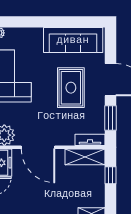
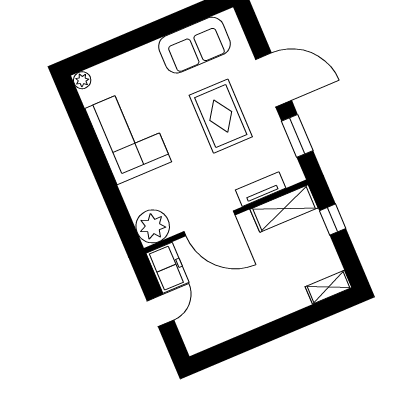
sofa: (73, 40) -> (194, 45), width x0.73
tv unit: (90, 140) -> (261, 189), moved

